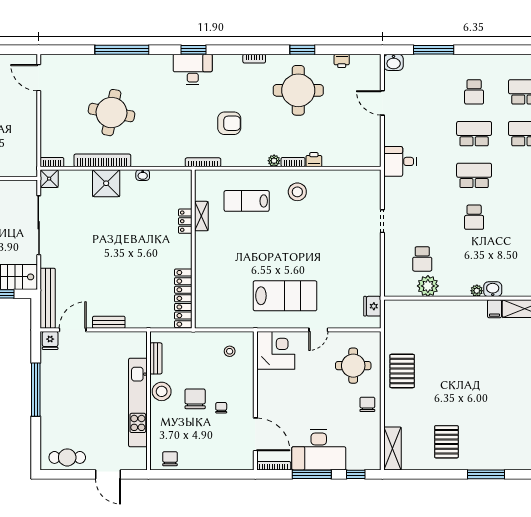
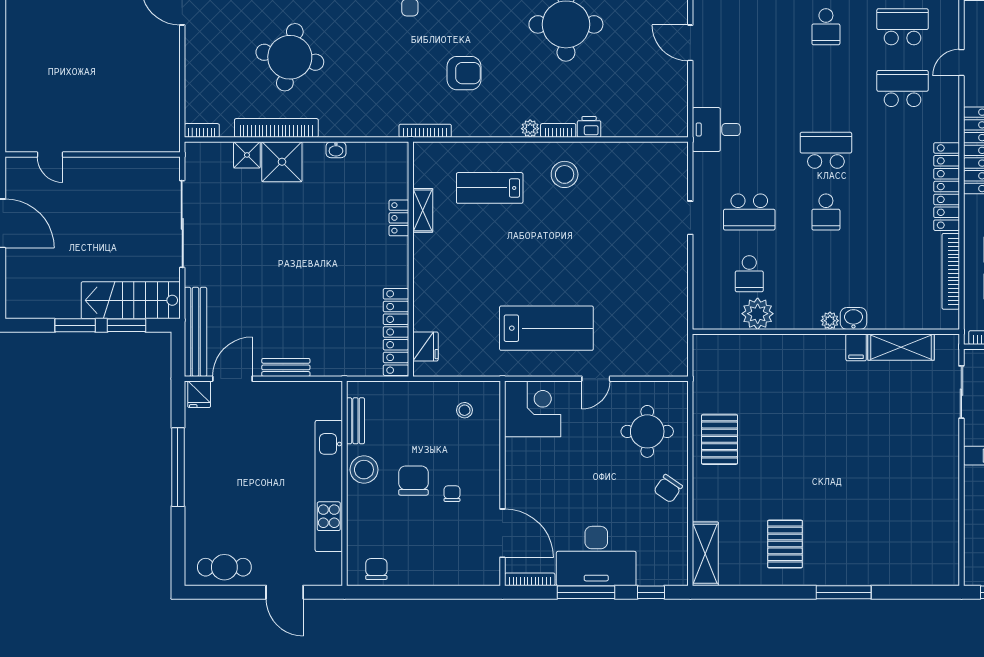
school desk: (474, 134) -> (749, 212), moved, turned 180
shower: (49, 179) -> (247, 155), moved
fridge: (372, 306) -> (425, 346), moved, turned 180
chair: (367, 404) -> (668, 489), turned -146

